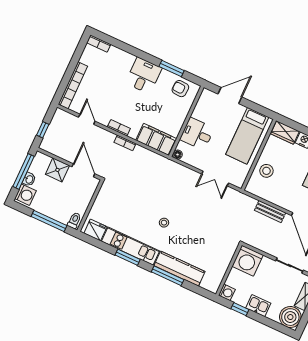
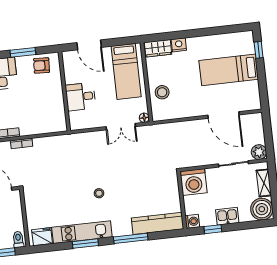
door: (230, 95) -> (89, 45), swing flipped
filing cabinet: (156, 139) -> (48, 124), removed
floor lamp: (178, 155) -> (144, 118), moved
bench: (270, 212) -> (187, 126), removed
kitchen counter: (180, 269) -> (158, 223), moved

